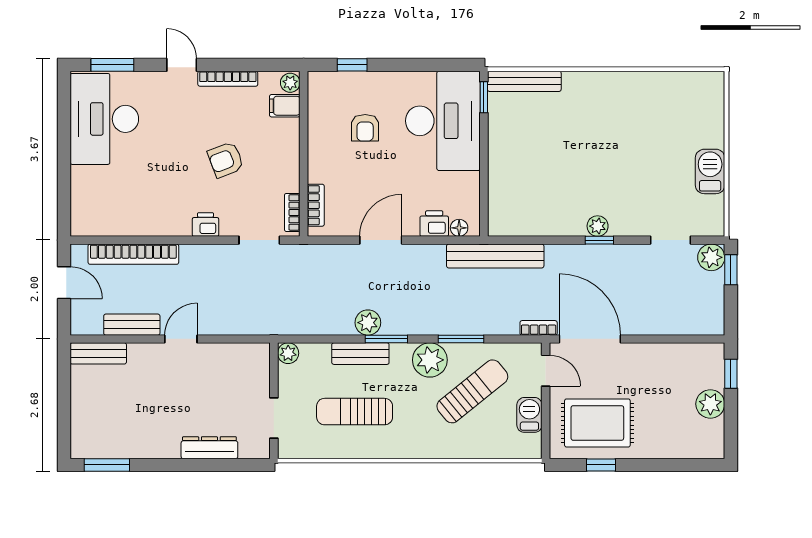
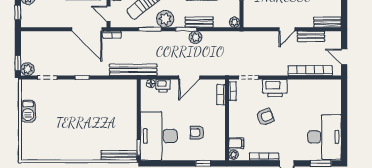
armchair: (365, 128) -> (197, 133), turned -90
printer: (205, 225) -> (275, 88), width x1.87, depth x1.48
plant: (598, 226) -> (83, 84), removed

